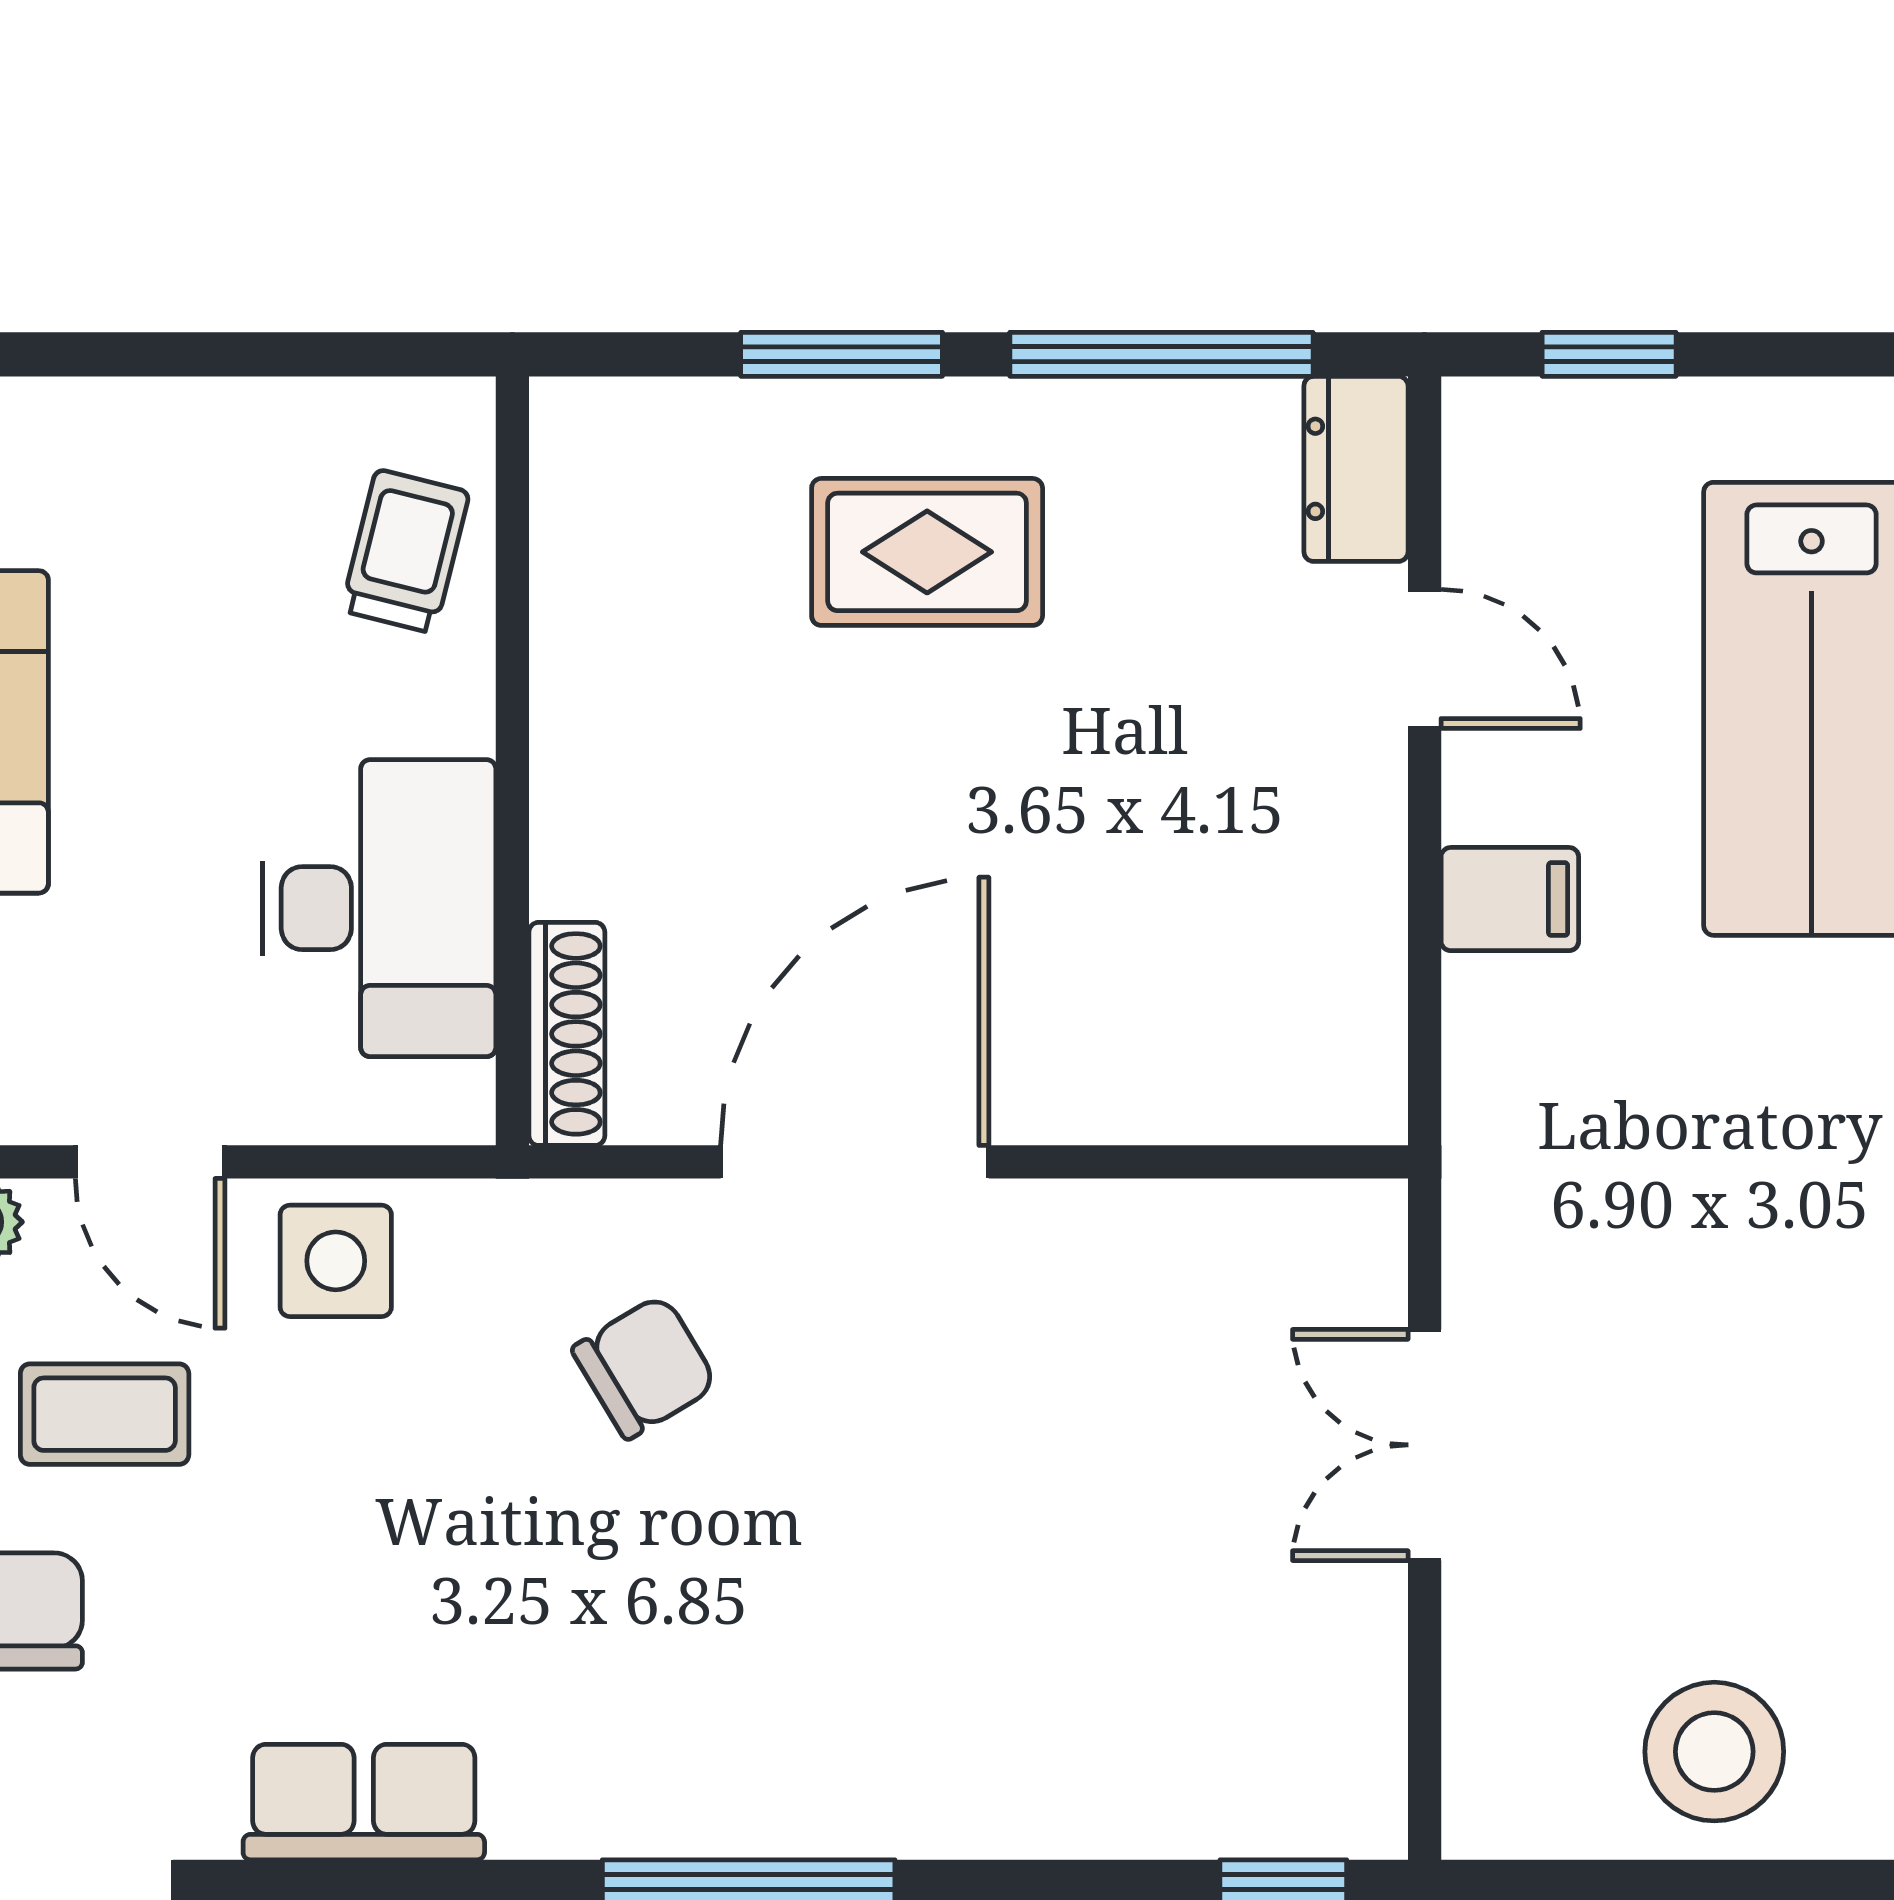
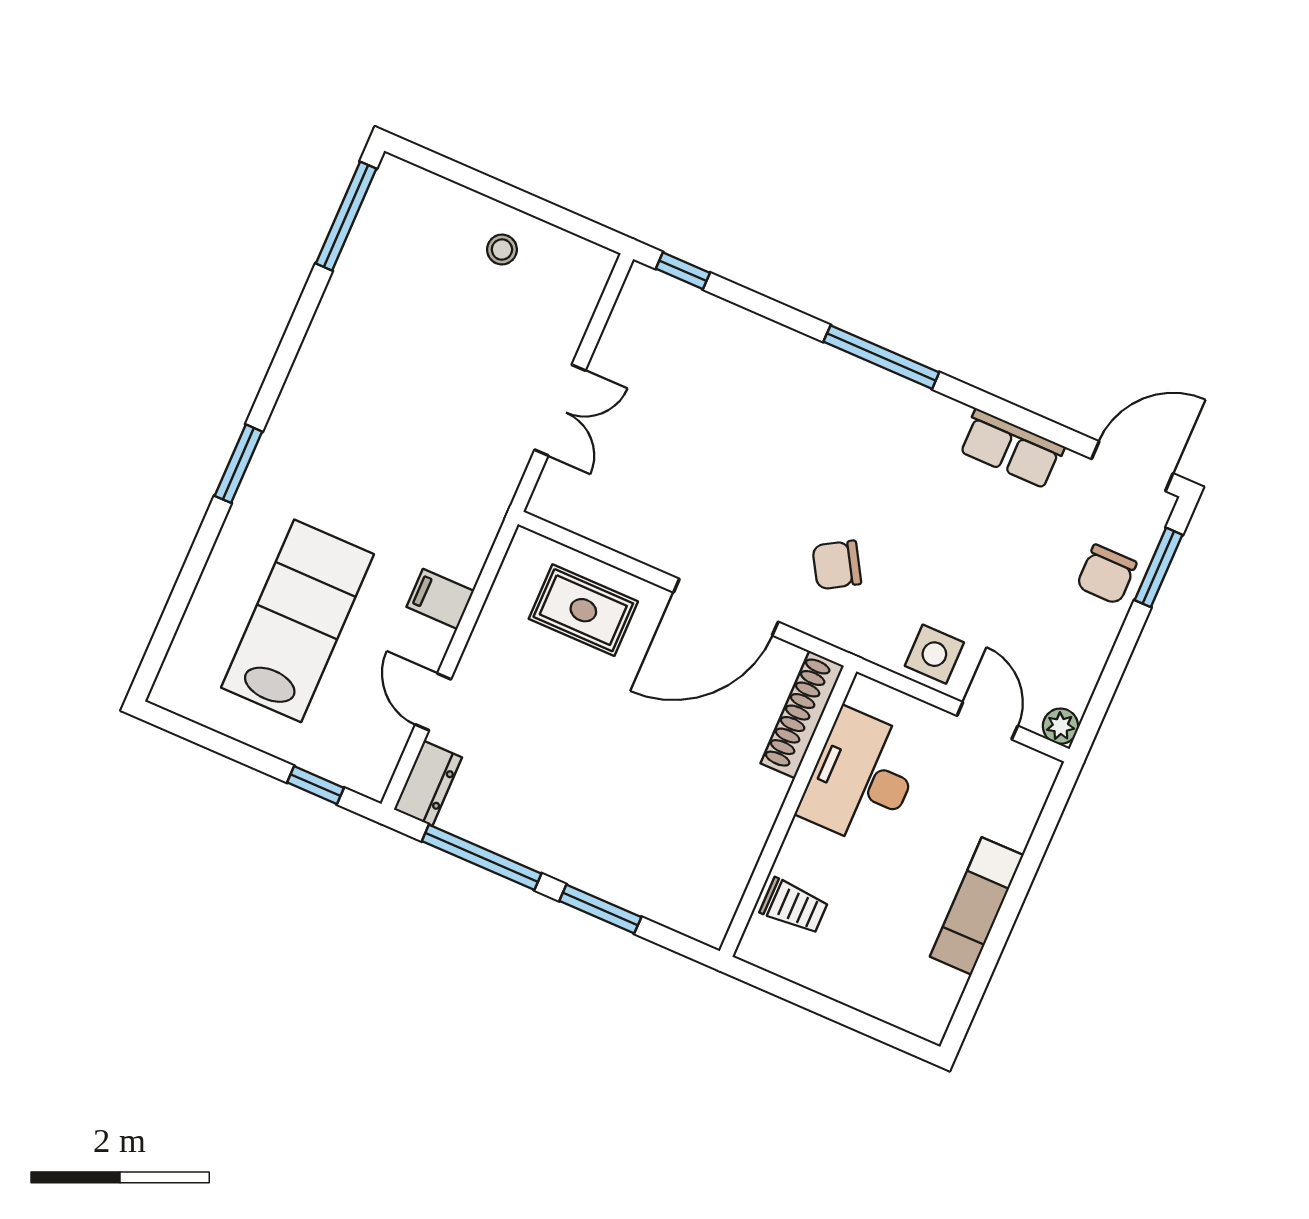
trolley: (405, 551) -> (794, 906), turned -104
rug: (927, 552) -> (583, 610), moved
shoe rack: (567, 1034) -> (802, 715), width x1.36, depth x1.24
coffee table: (105, 1414) -> (1045, 635), removed
stool: (1714, 1752) -> (502, 250), width x0.53, depth x0.53

